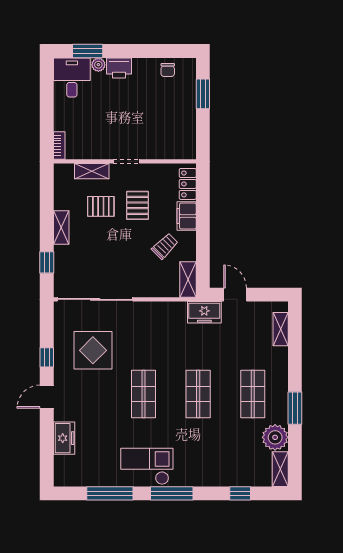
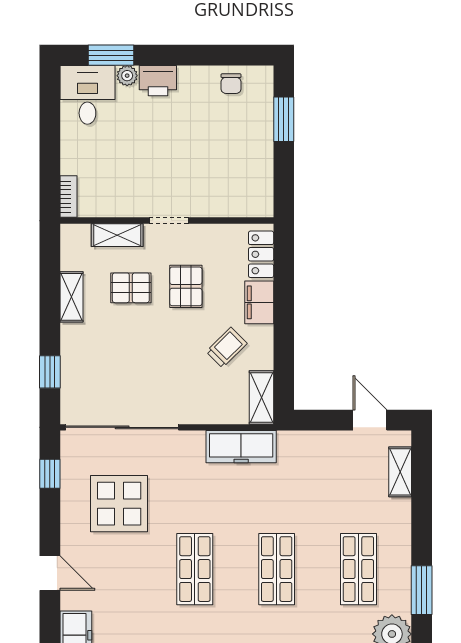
shelving: (61, 227) -> (71, 297), moved
door: (235, 295) -> (370, 420), moved
freezer: (204, 312) -> (241, 447), moved, width x1.40
window: (47, 357) -> (50, 474), moved
door: (47, 397) -> (50, 573), swing flipped

